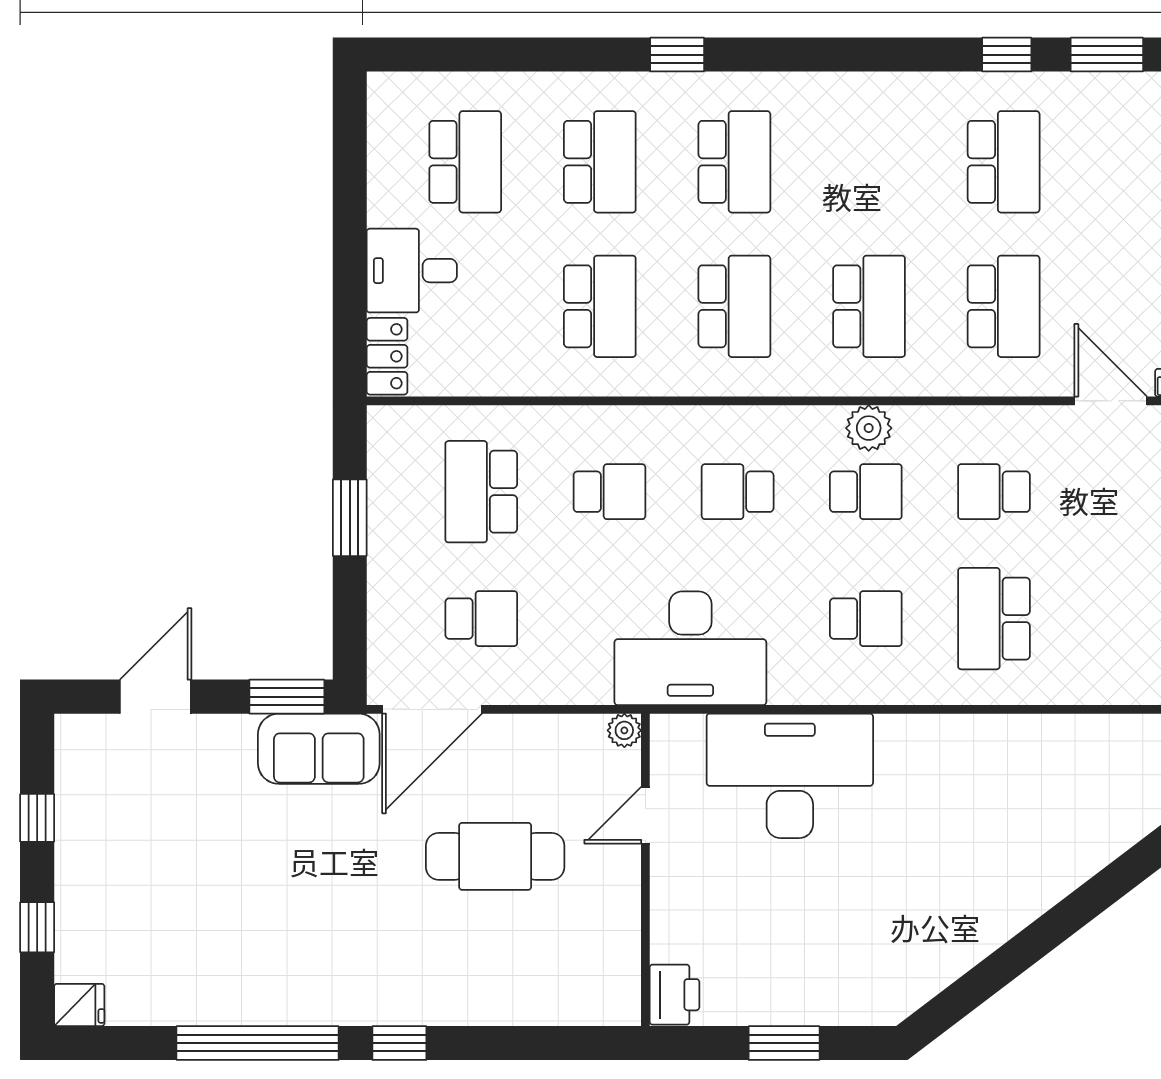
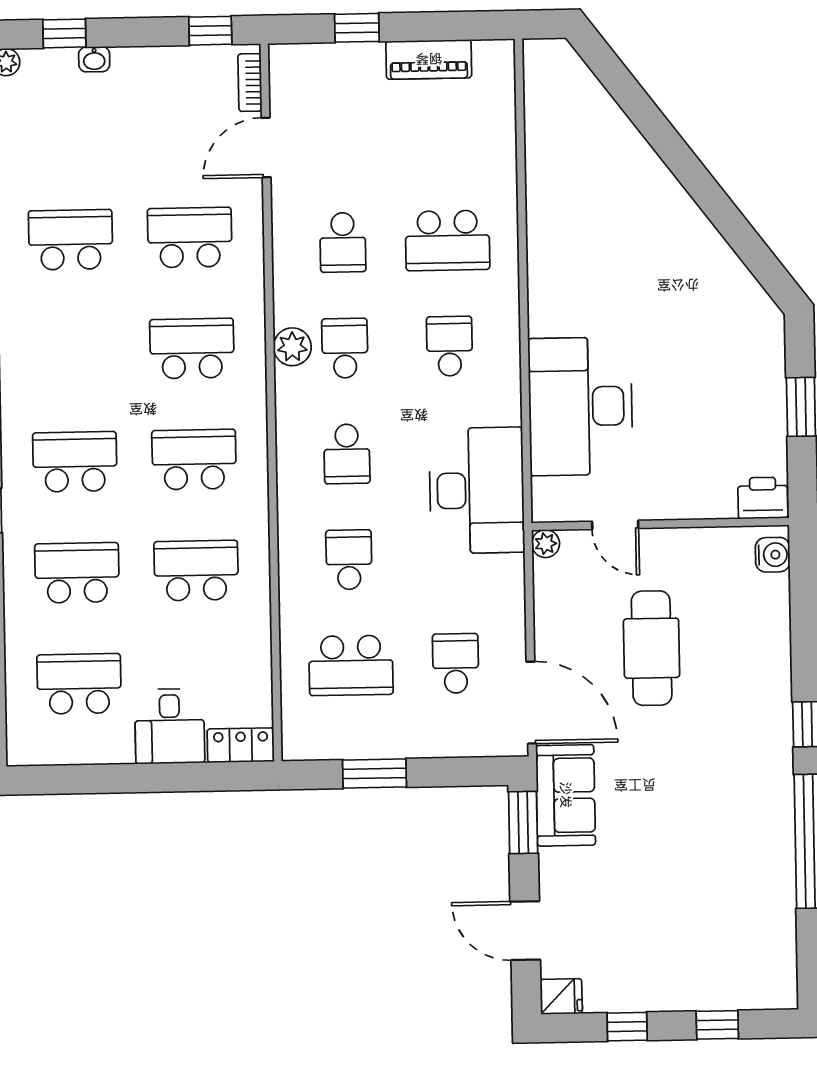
fridge: (79, 1005) -> (561, 996), moved, turned 90
water cooler: (606, 1005) -> (773, 555), added

